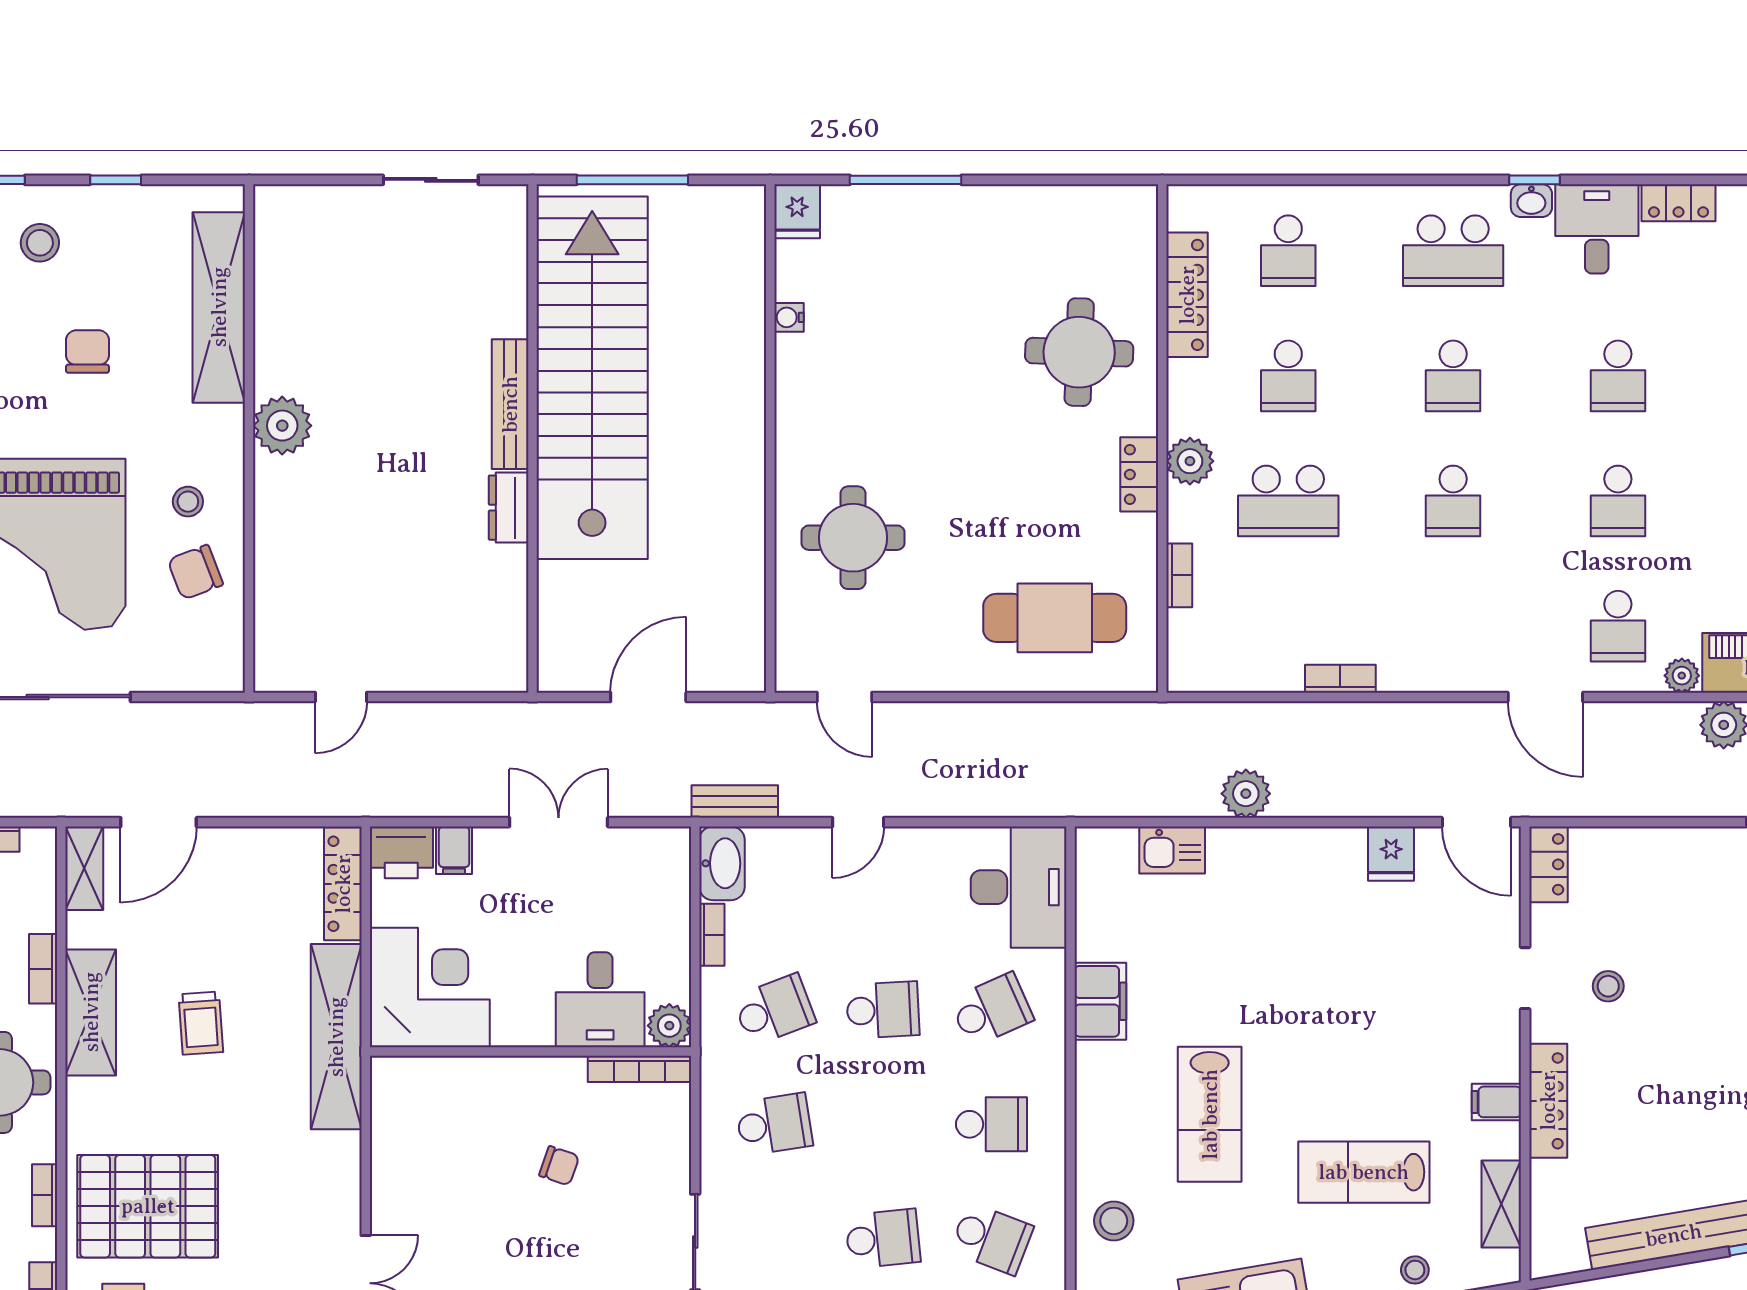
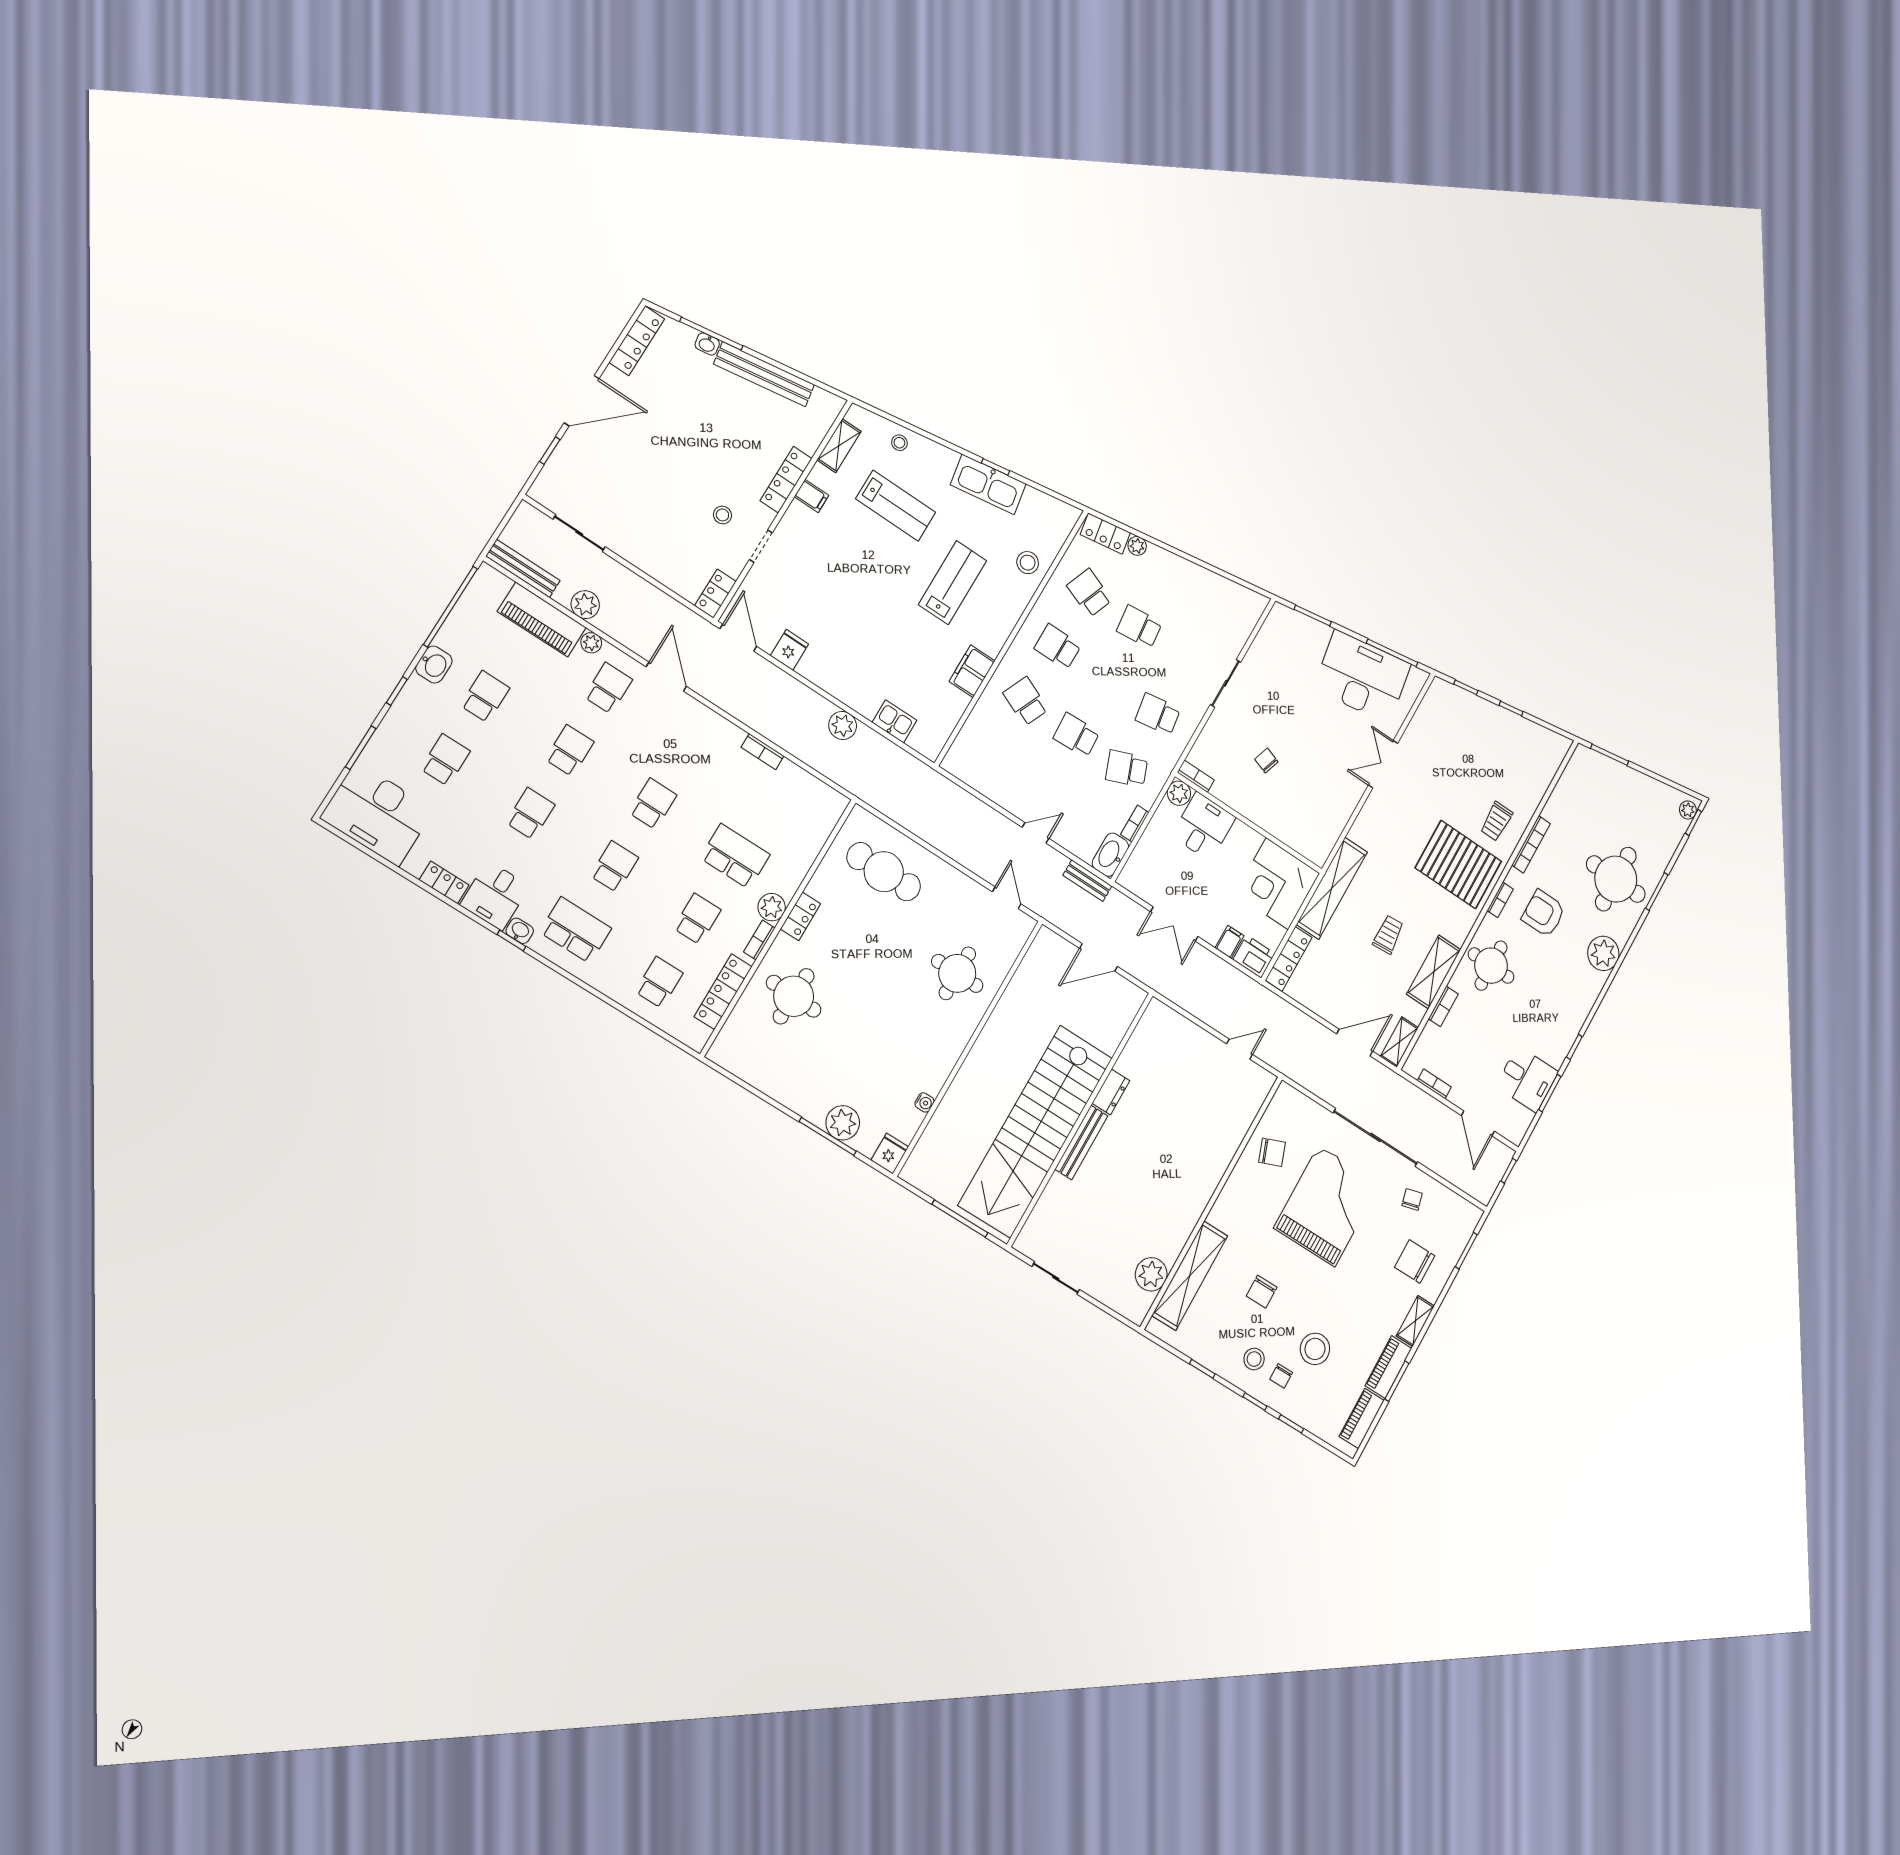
plant: (895, 213) -> (843, 1123), added
plant: (282, 426) -> (1151, 1274), moved
stool: (188, 502) -> (1256, 1189), removed
bookcase: (1179, 575) -> (759, 940), moved
desk: (1019, 887) -> (978, 752), removed
school desk: (992, 1010) -> (1026, 701), turned 48
bookcase: (639, 1069) -> (1196, 776), width x0.64

